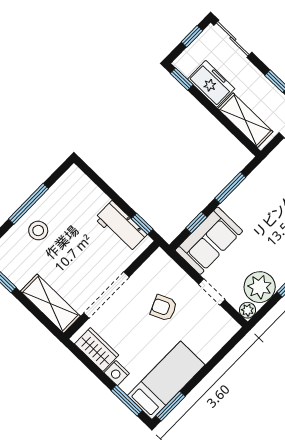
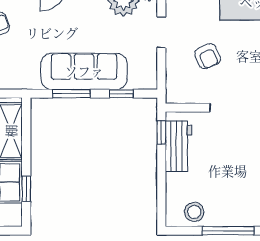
window: (182, 79) -> (26, 189), moved
stool: (38, 231) -> (194, 212), moved
sofa: (209, 241) -> (84, 71), moved, width x1.36

